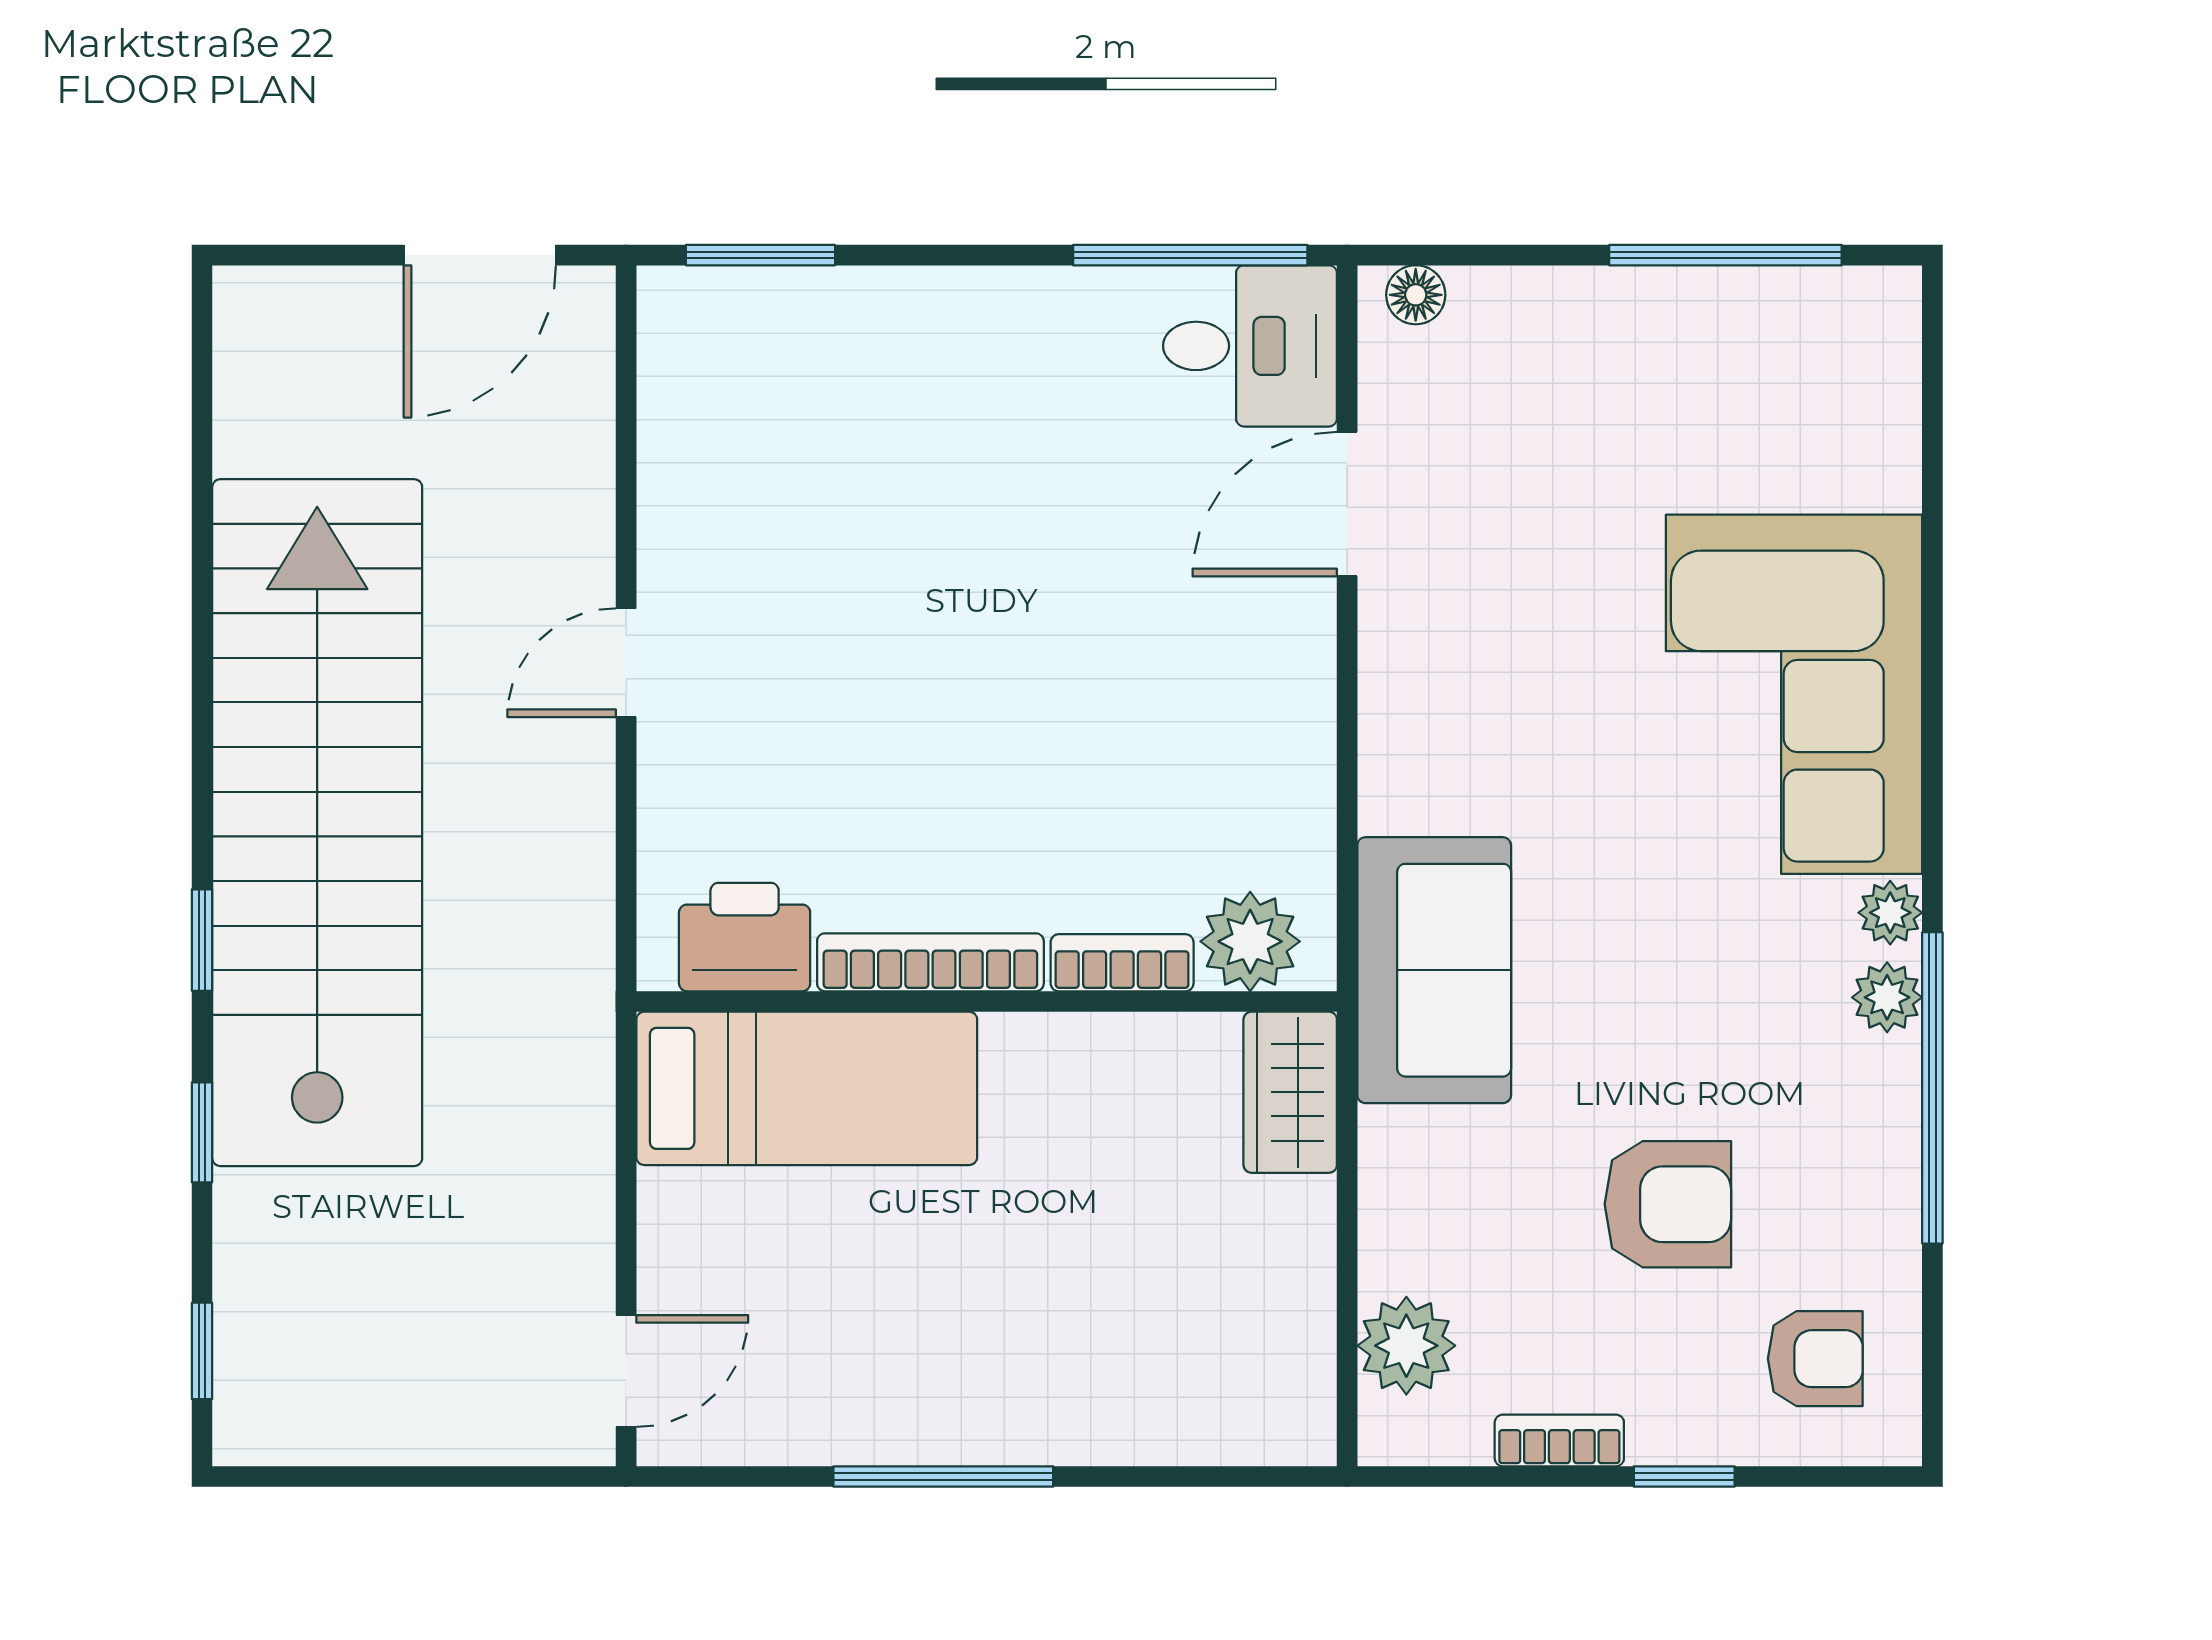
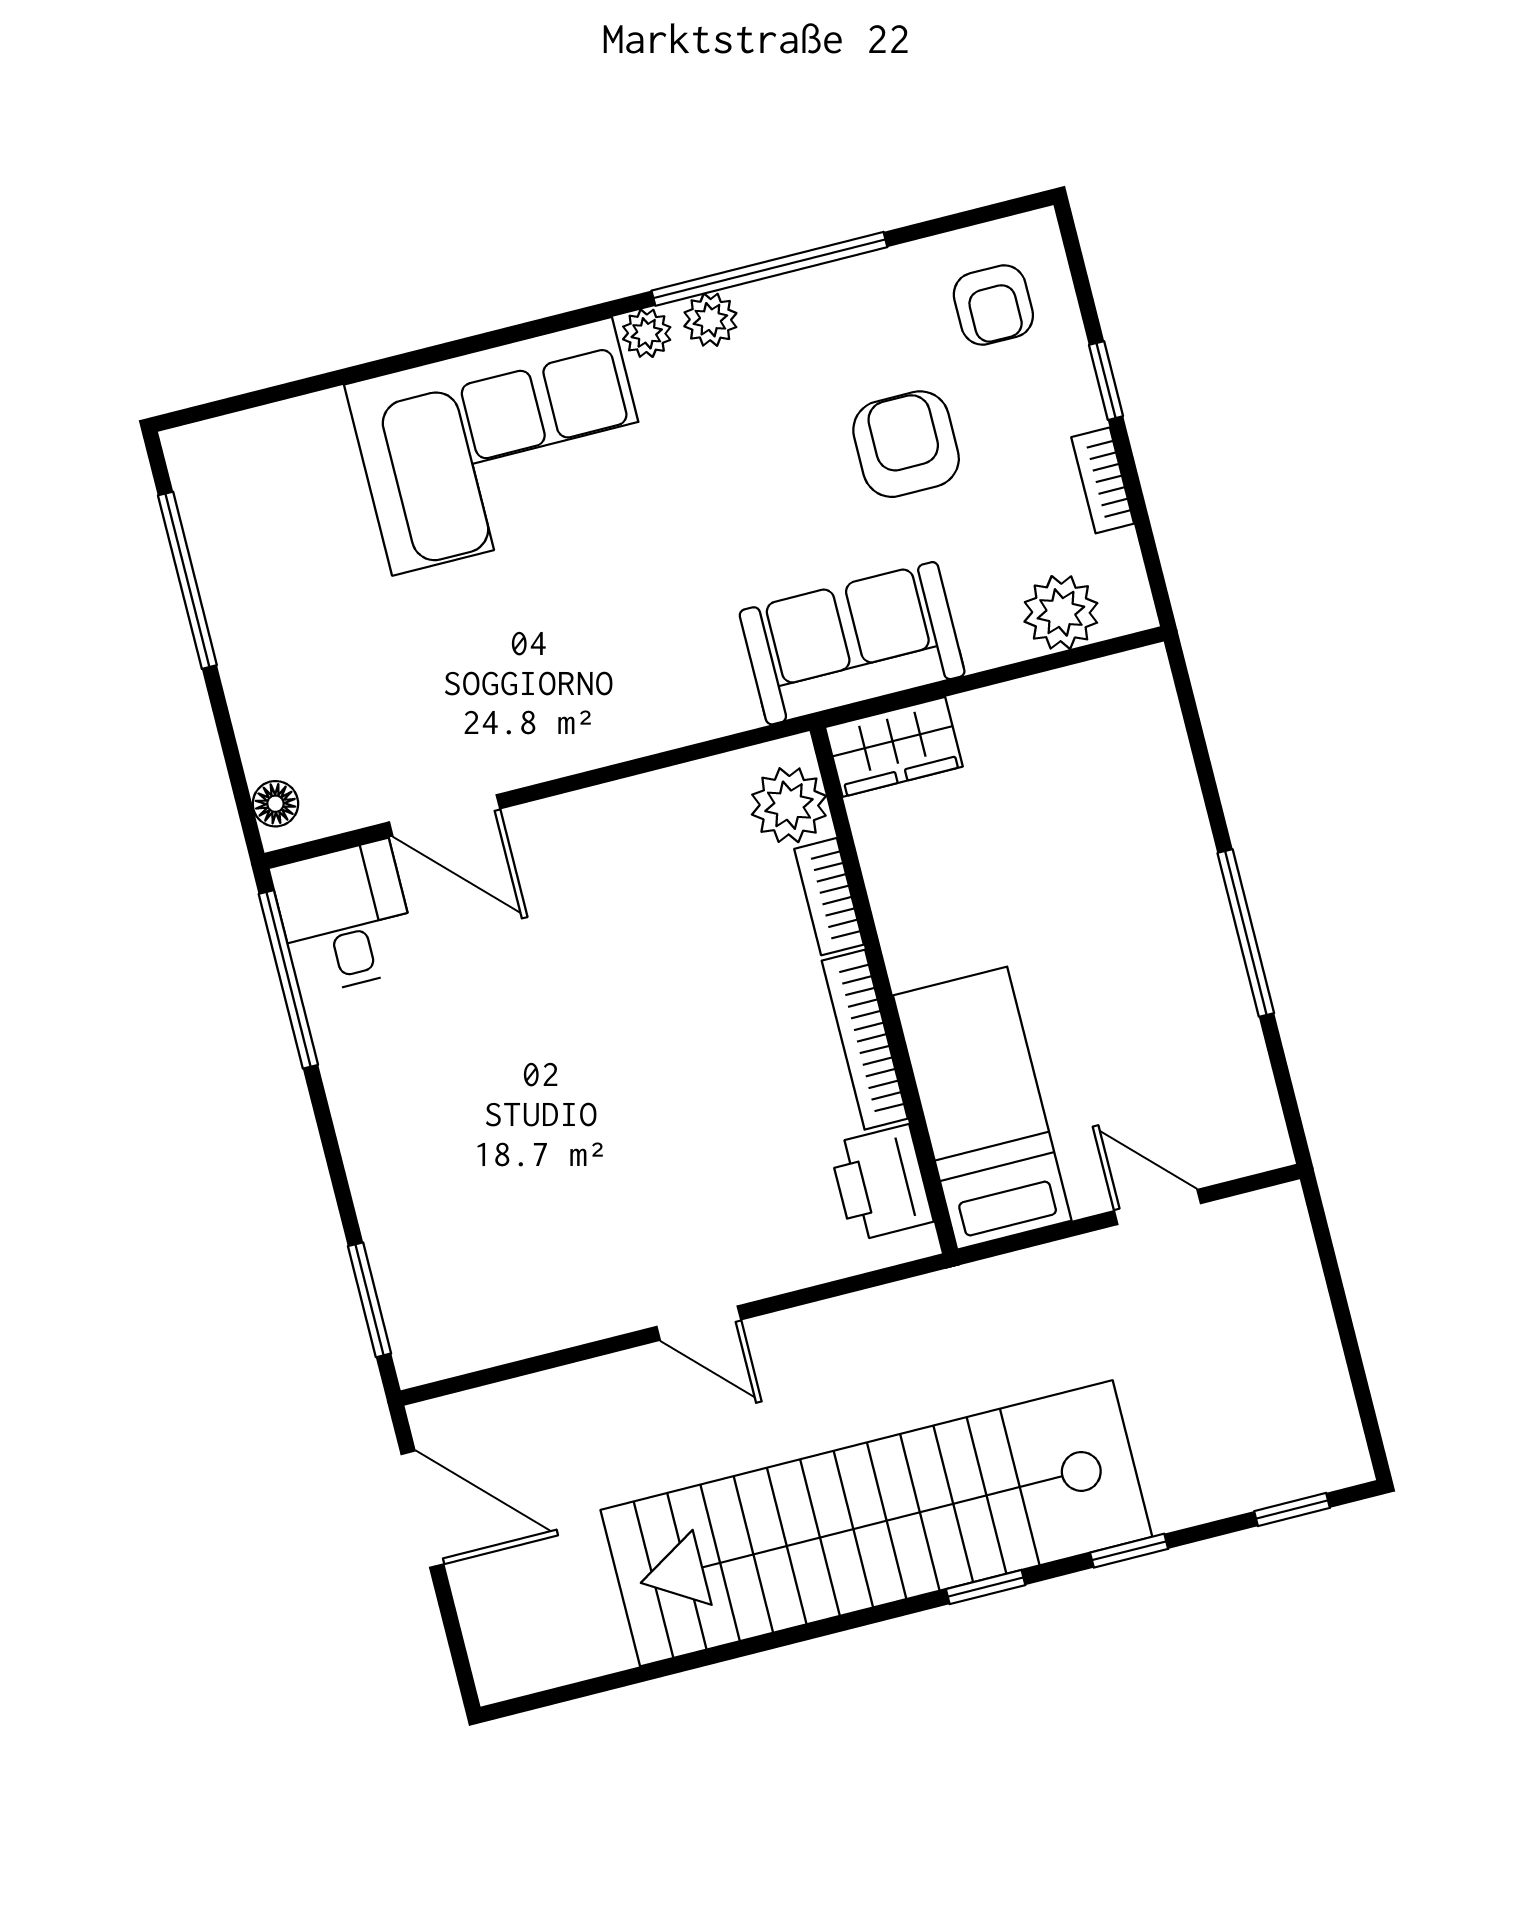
sofa: (1434, 970) -> (852, 643), moved
armchair: (1815, 1359) -> (993, 305), turned 180
door: (626, 1371) -> (1157, 1207), moved

